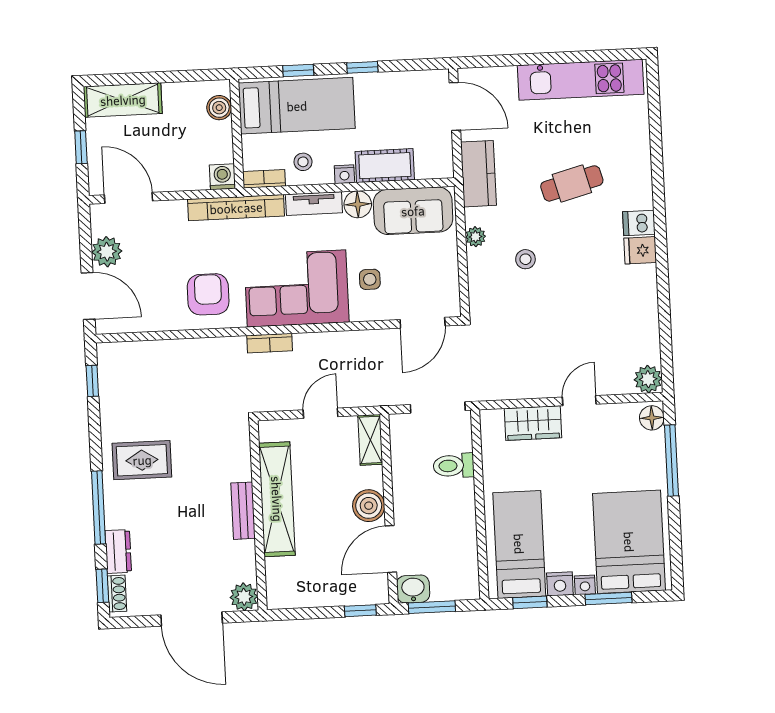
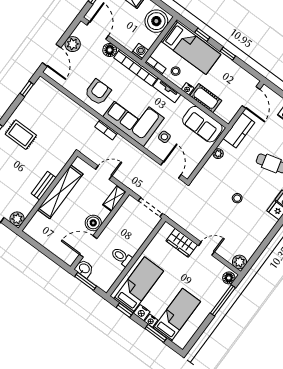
boiler: (219, 108) -> (156, 21), width x1.86, depth x1.86
floor lamp: (358, 204) -> (110, 50), moved
stool: (525, 259) -> (237, 198), moved
door: (423, 323) -> (171, 170), swing flipped
toilet: (454, 466) -> (121, 257), moved
bed: (629, 542) -> (177, 315), width x0.67
window: (360, 611) -> (57, 260), removed

